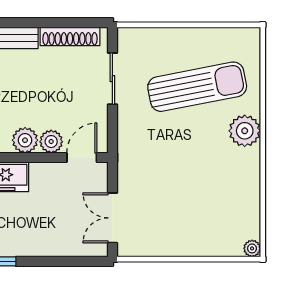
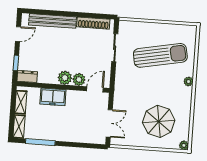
plant: (245, 131) -> (188, 81), width x0.53, depth x0.53
parasol: (203, 208) -> (159, 121), added
double door: (112, 218) -> (109, 123), swing flipped

